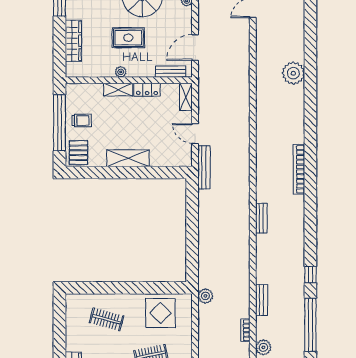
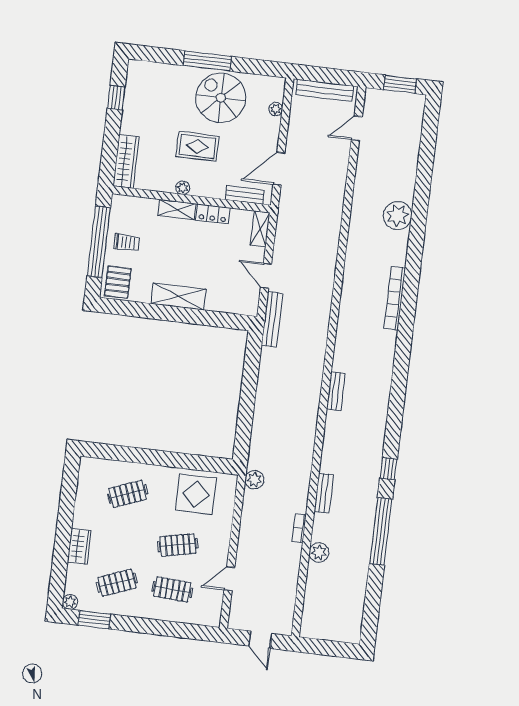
wardrobe: (73, 41) -> (126, 161), moved
bookcase: (299, 169) -> (395, 298), moved
clothes rail: (106, 319) -> (128, 494), turned -36

